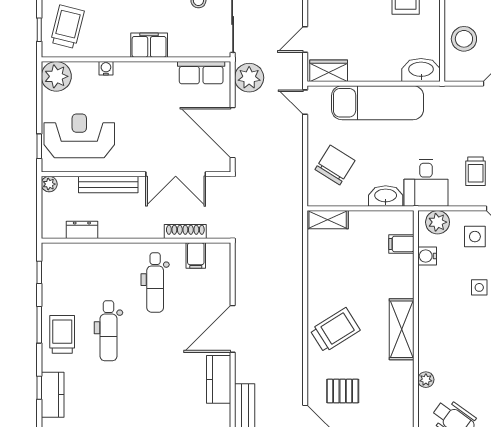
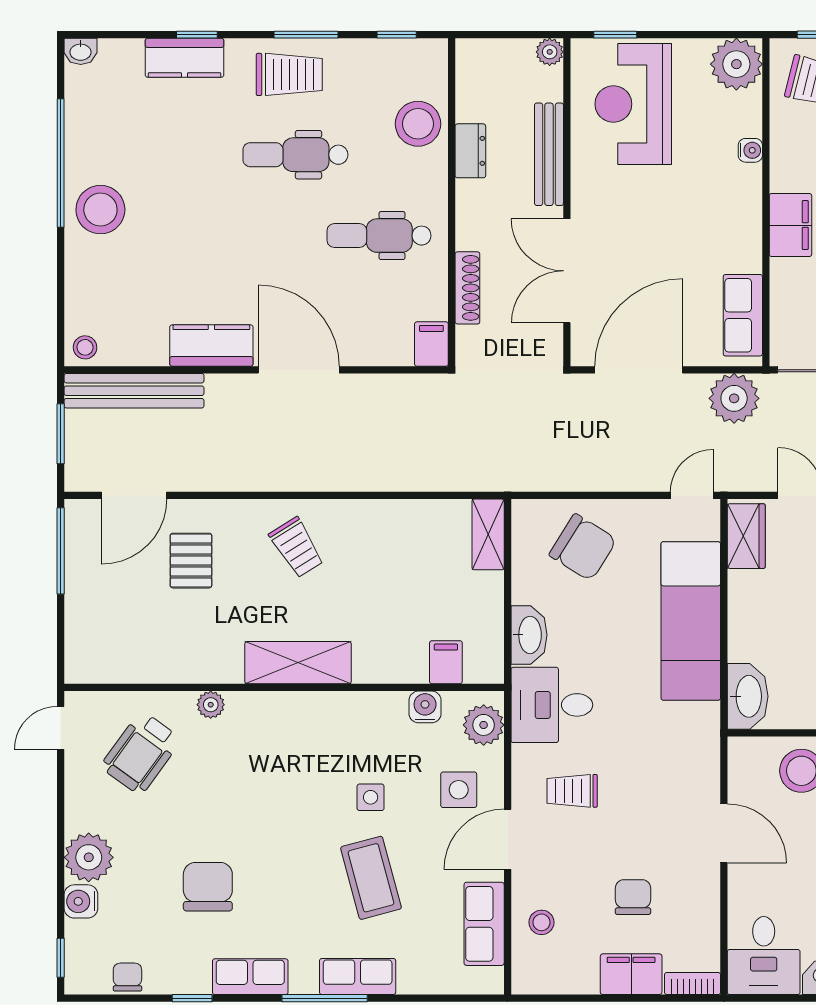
reception desk: (79, 136) -> (633, 104), turned 180
dresser: (82, 230) -> (470, 151), moved
filing cabinet: (196, 256) -> (431, 344), moved, turned 90
stool: (91, 260) -> (418, 124), added
trolley: (335, 330) -> (297, 547), width x0.73, depth x0.72

